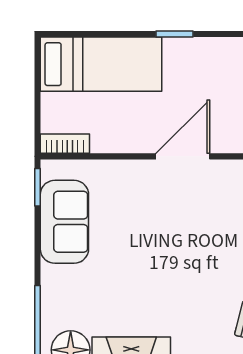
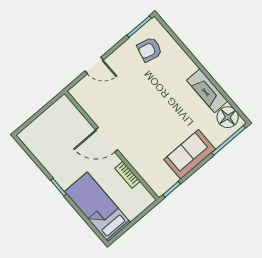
bookcase: (65, 144) -> (127, 175), moved
sofa: (64, 222) -> (190, 154), moved

